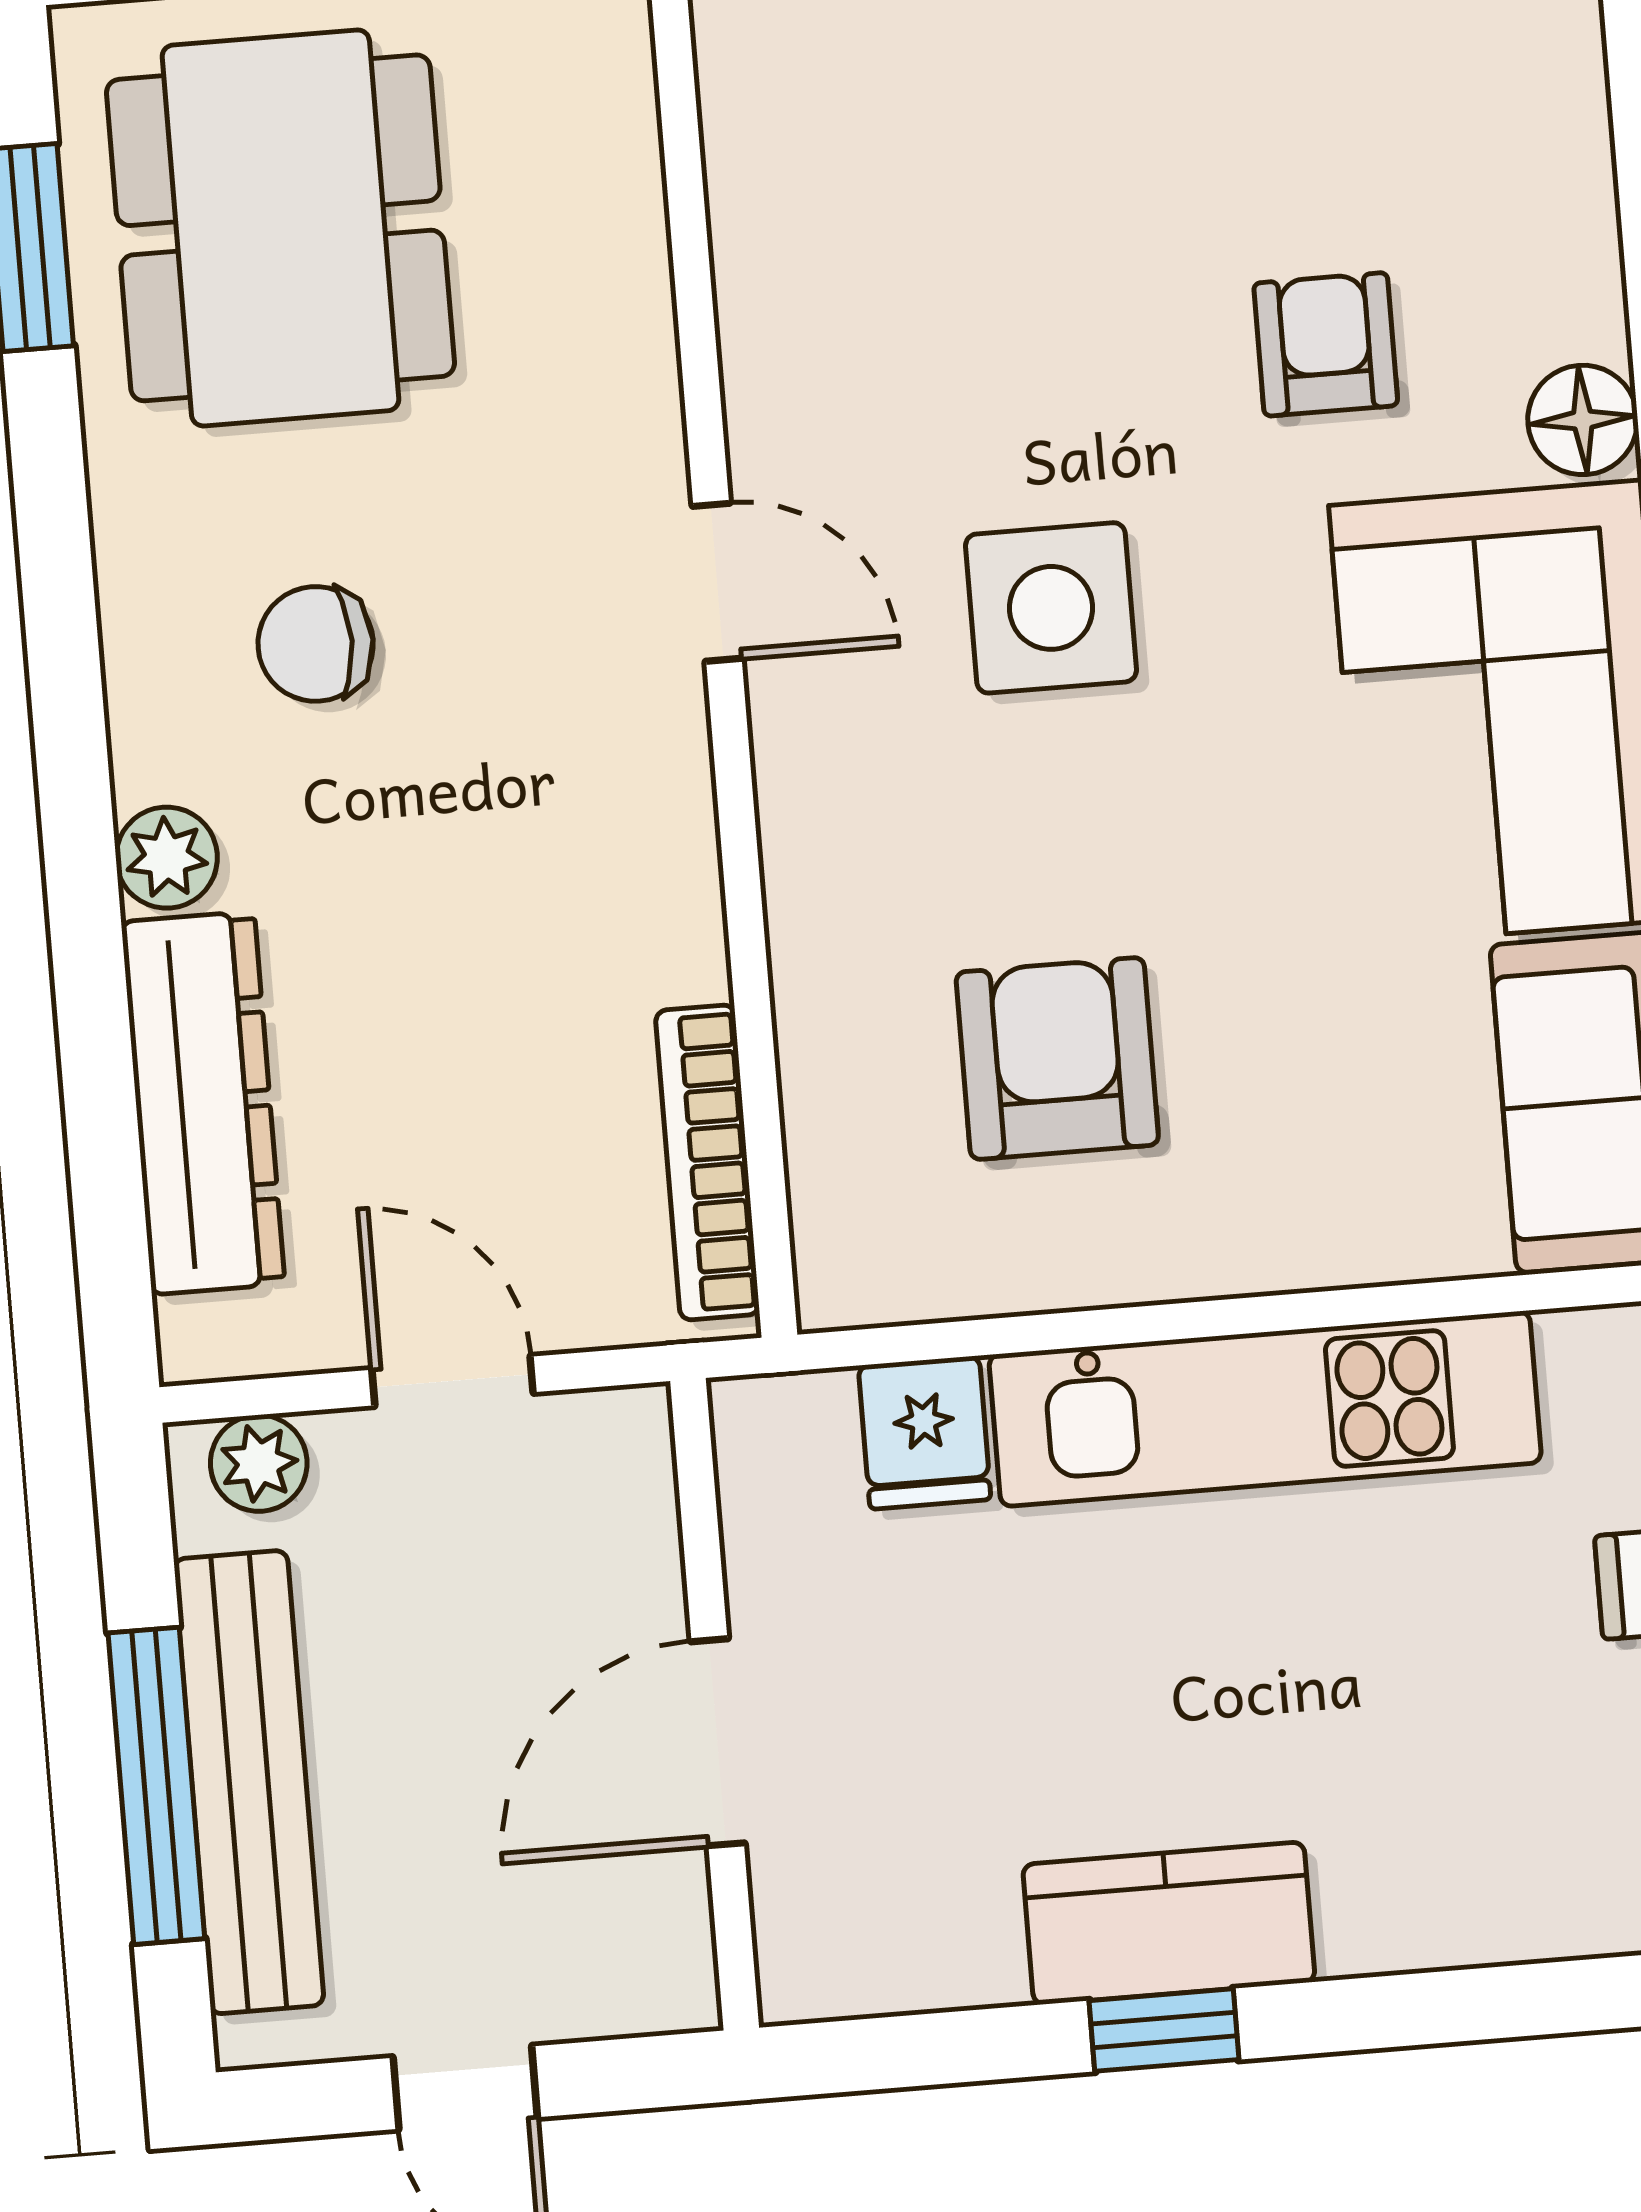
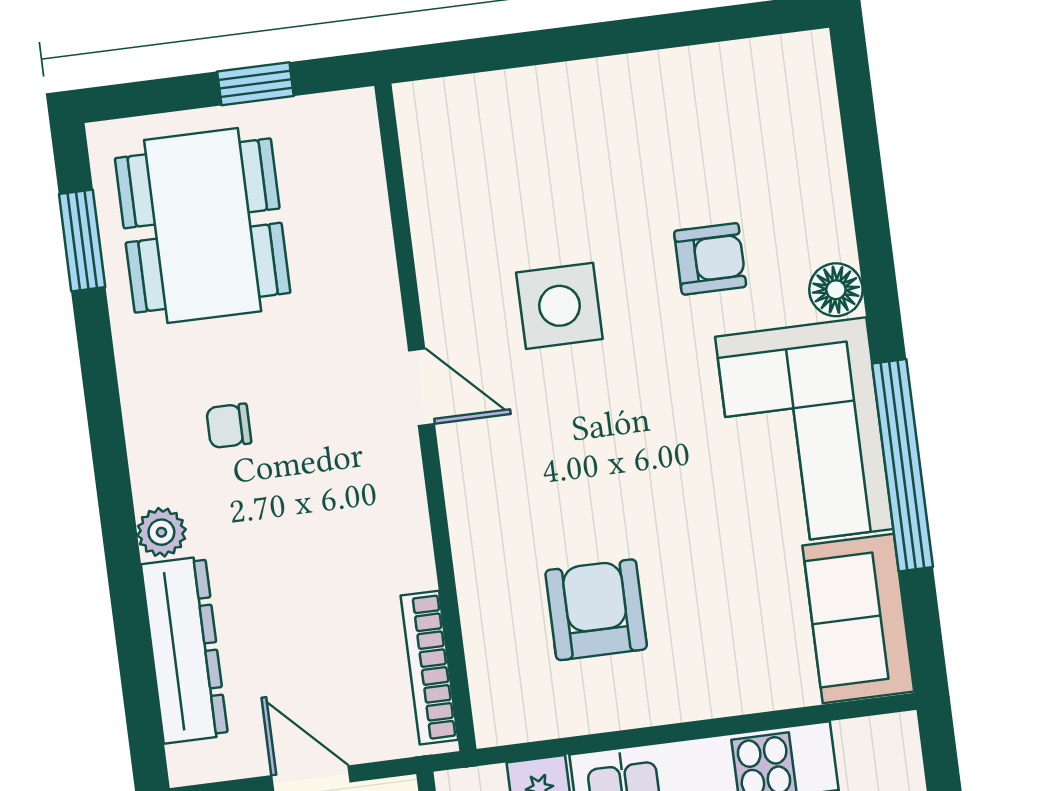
armchair: (1326, 344) -> (710, 259), turned 90
side table: (1051, 608) -> (559, 306), moved
chair: (316, 644) -> (229, 426), width x0.73, depth x0.73

